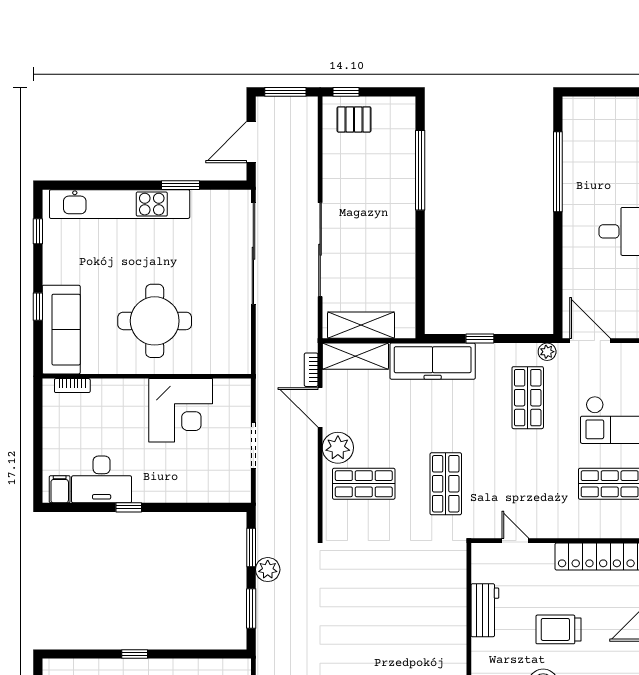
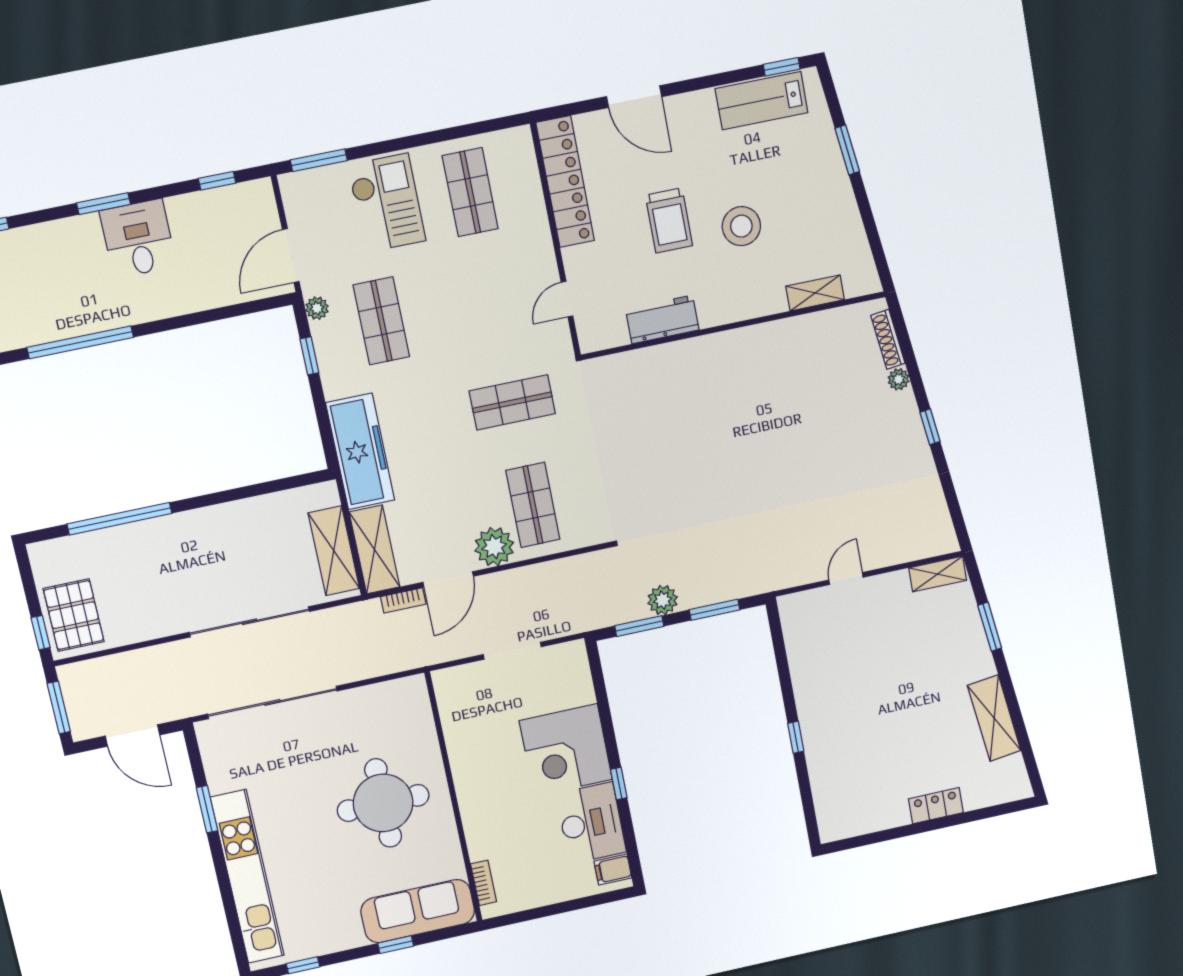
pallet: (354, 119) -> (74, 615), width x1.50, depth x1.42
window: (480, 338) -> (309, 356), moved
shop shelf: (528, 398) -> (381, 321), turned 90
corner desk: (181, 410) -> (566, 750), moved, turned 180

